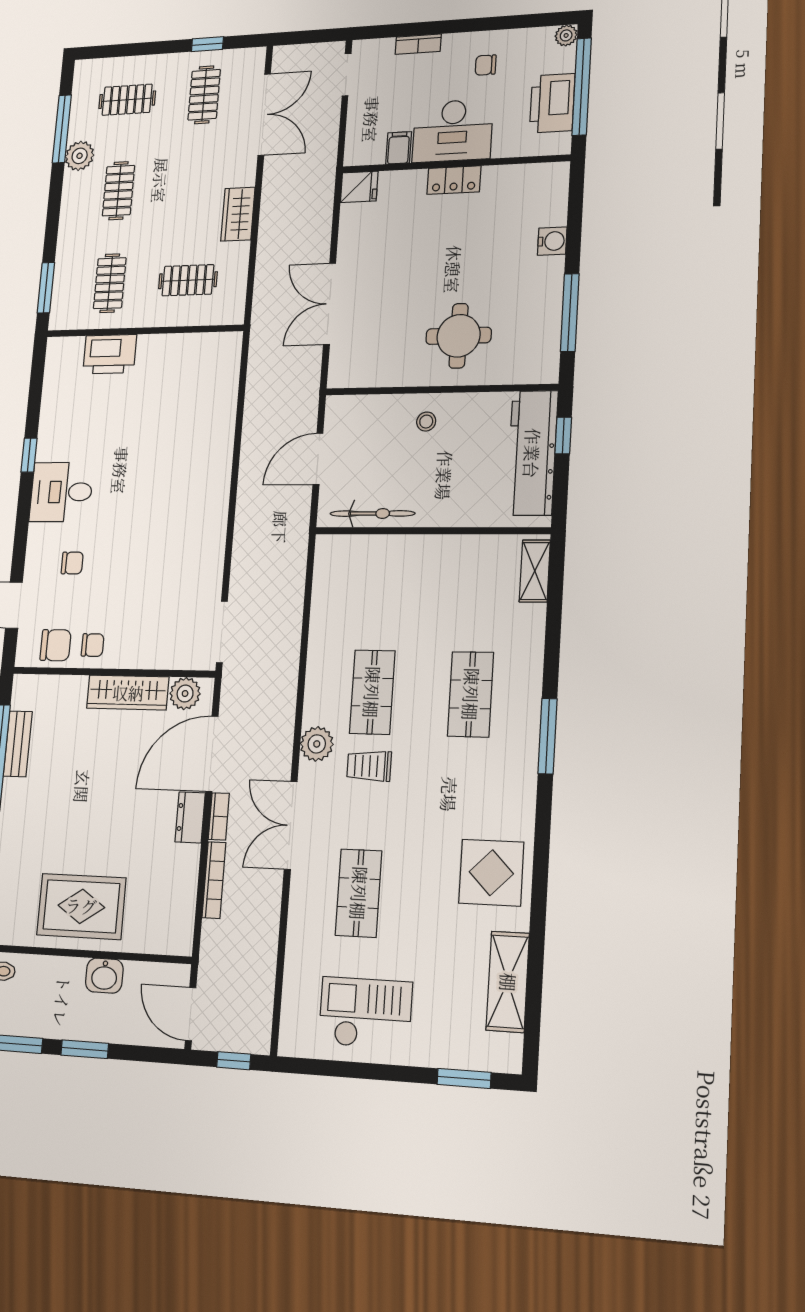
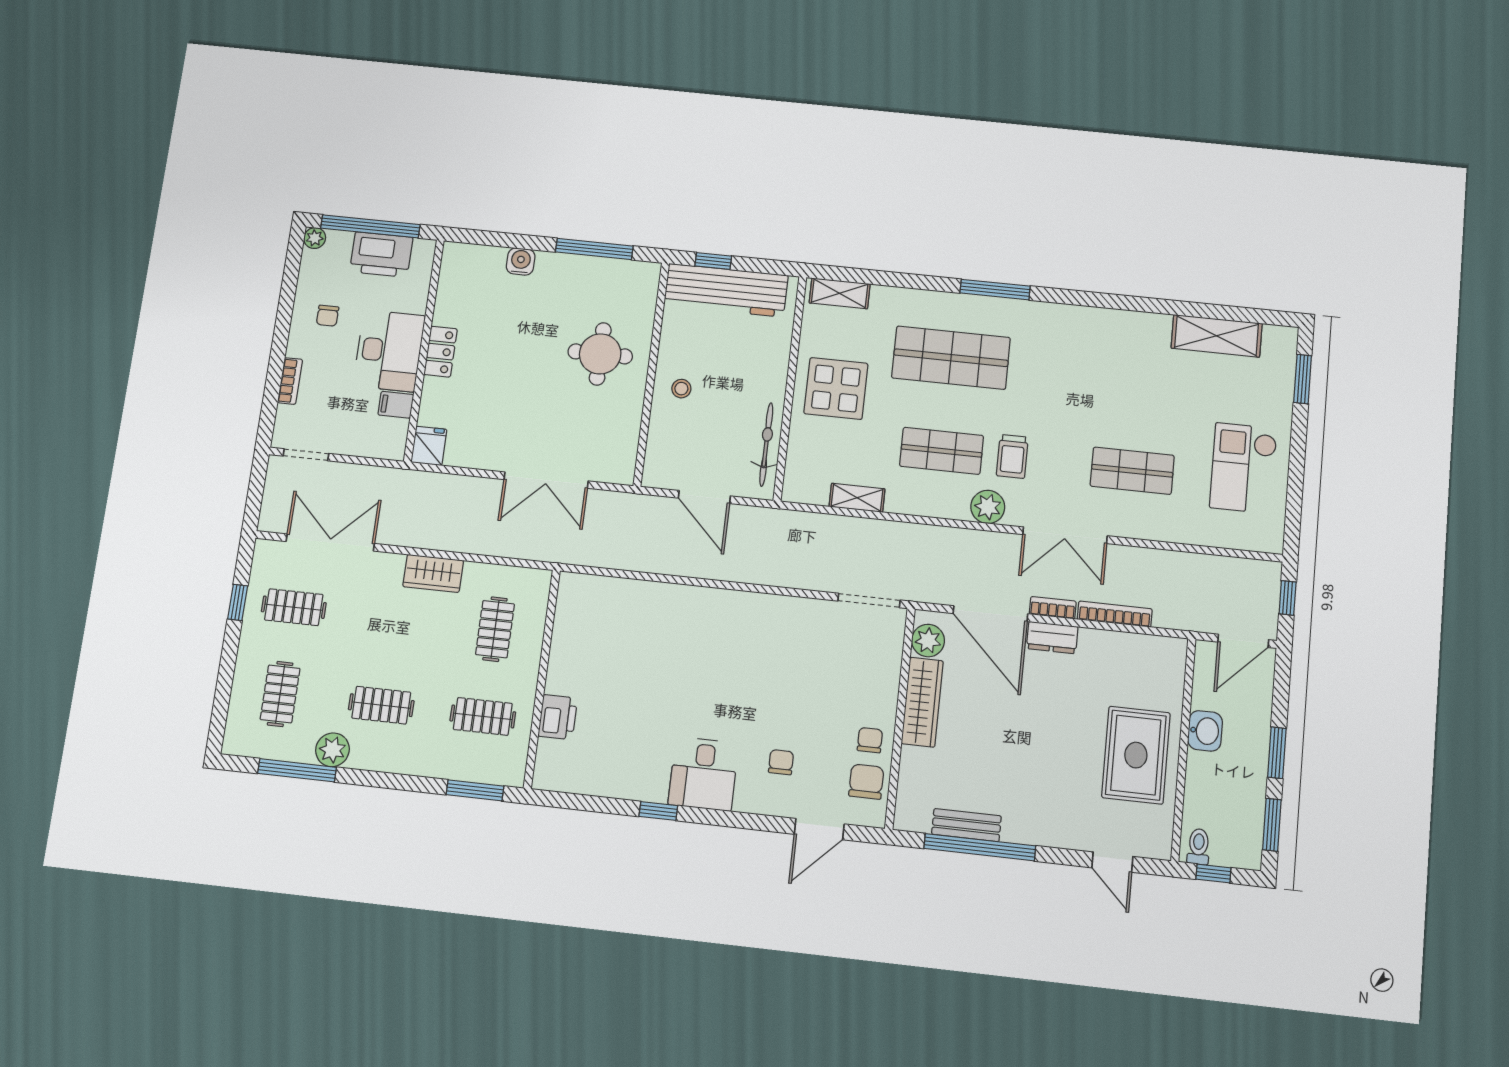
printer: (110, 354) -> (558, 717), width x0.73, depth x0.84
shelving: (322, 610) -> (857, 498), added
shop shelf: (471, 694) -> (951, 358), width x1.43, depth x1.36
display table: (491, 873) -> (836, 389), moved

